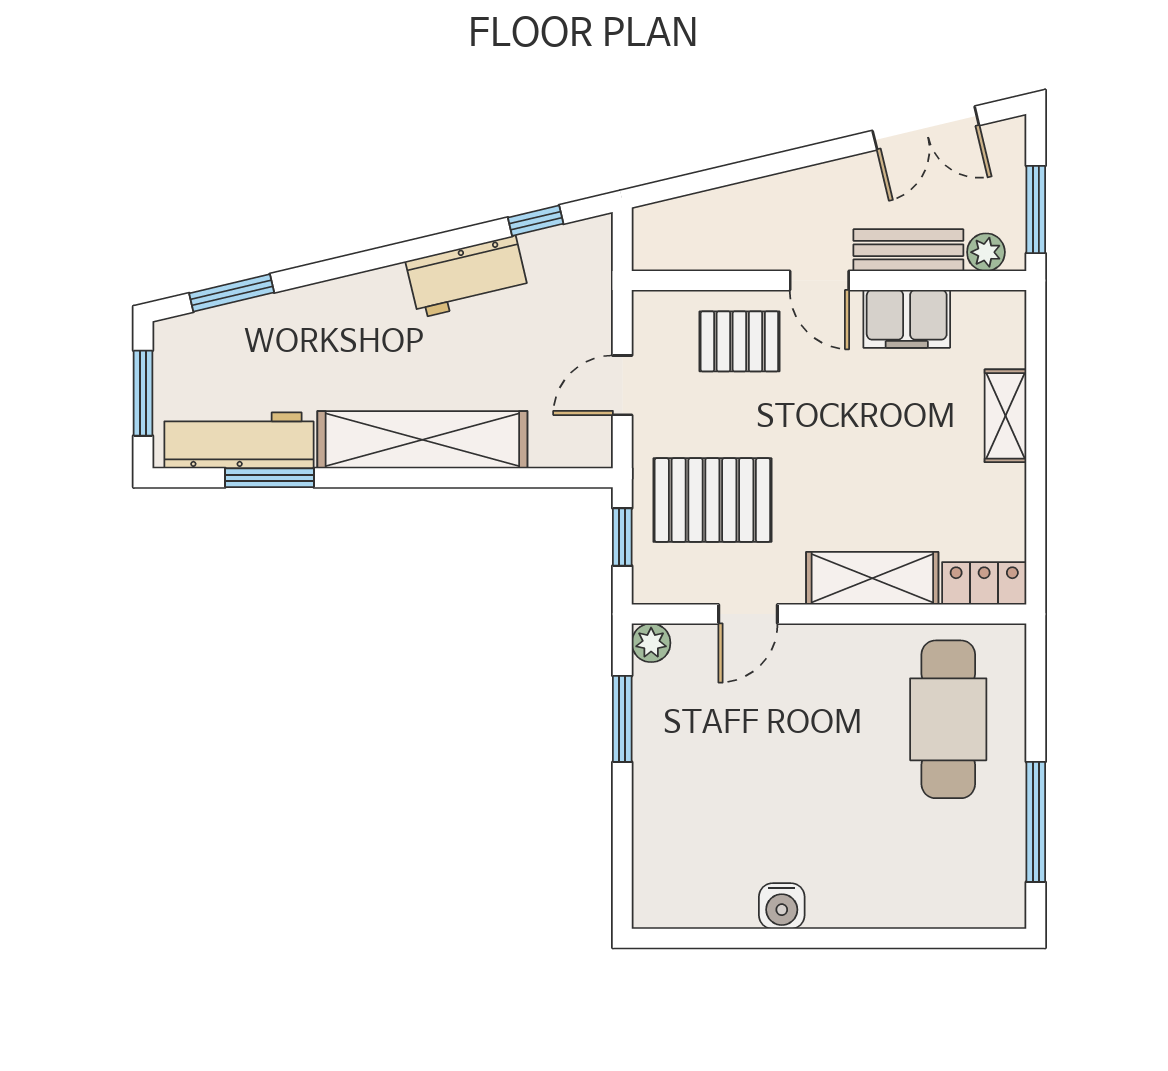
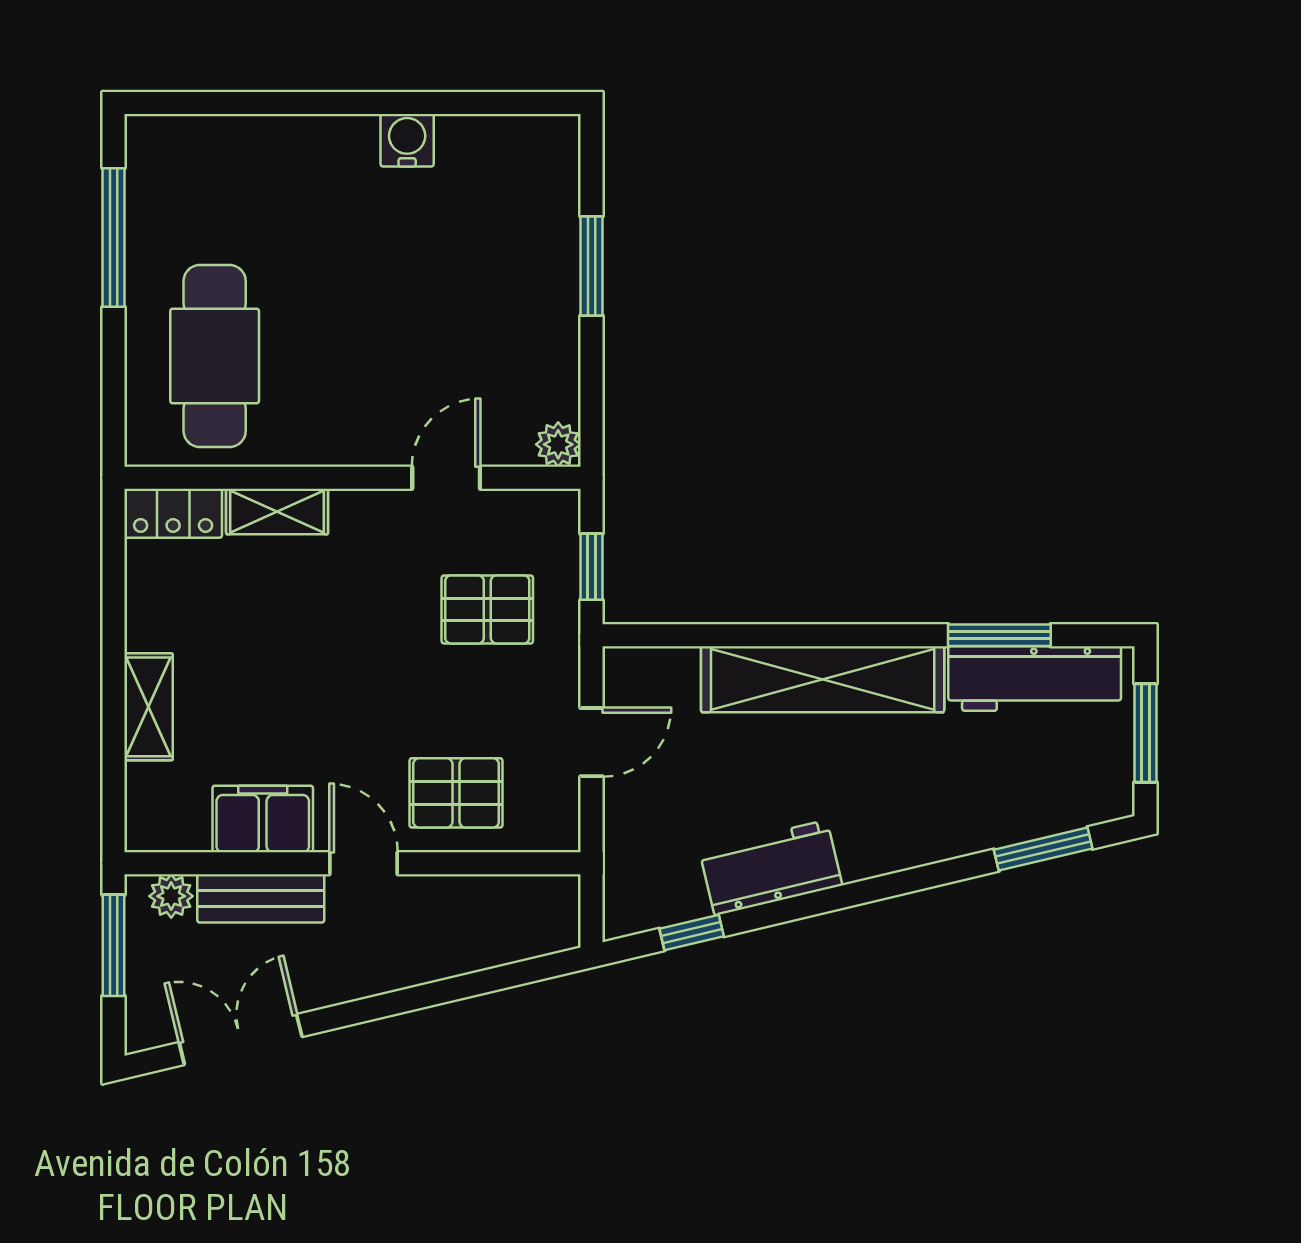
pallet: (712, 500) -> (487, 609), width x0.67, depth x0.71
shelving: (872, 578) -> (277, 511), width x0.67, depth x0.75
window: (622, 719) -> (591, 266), moved

